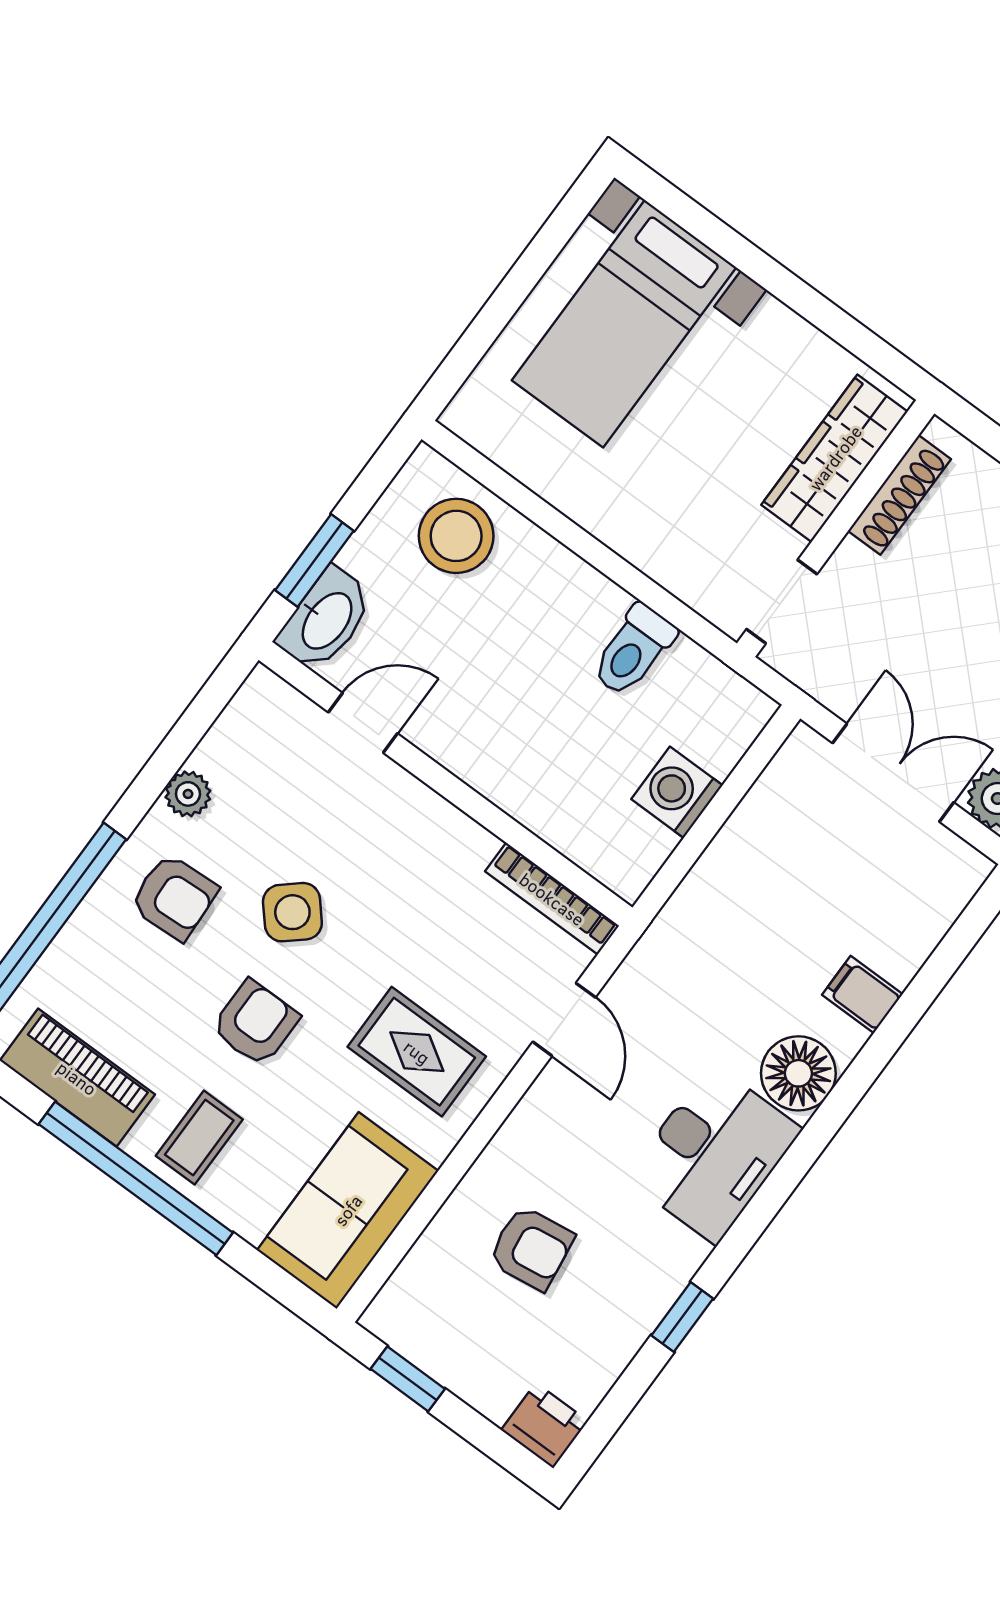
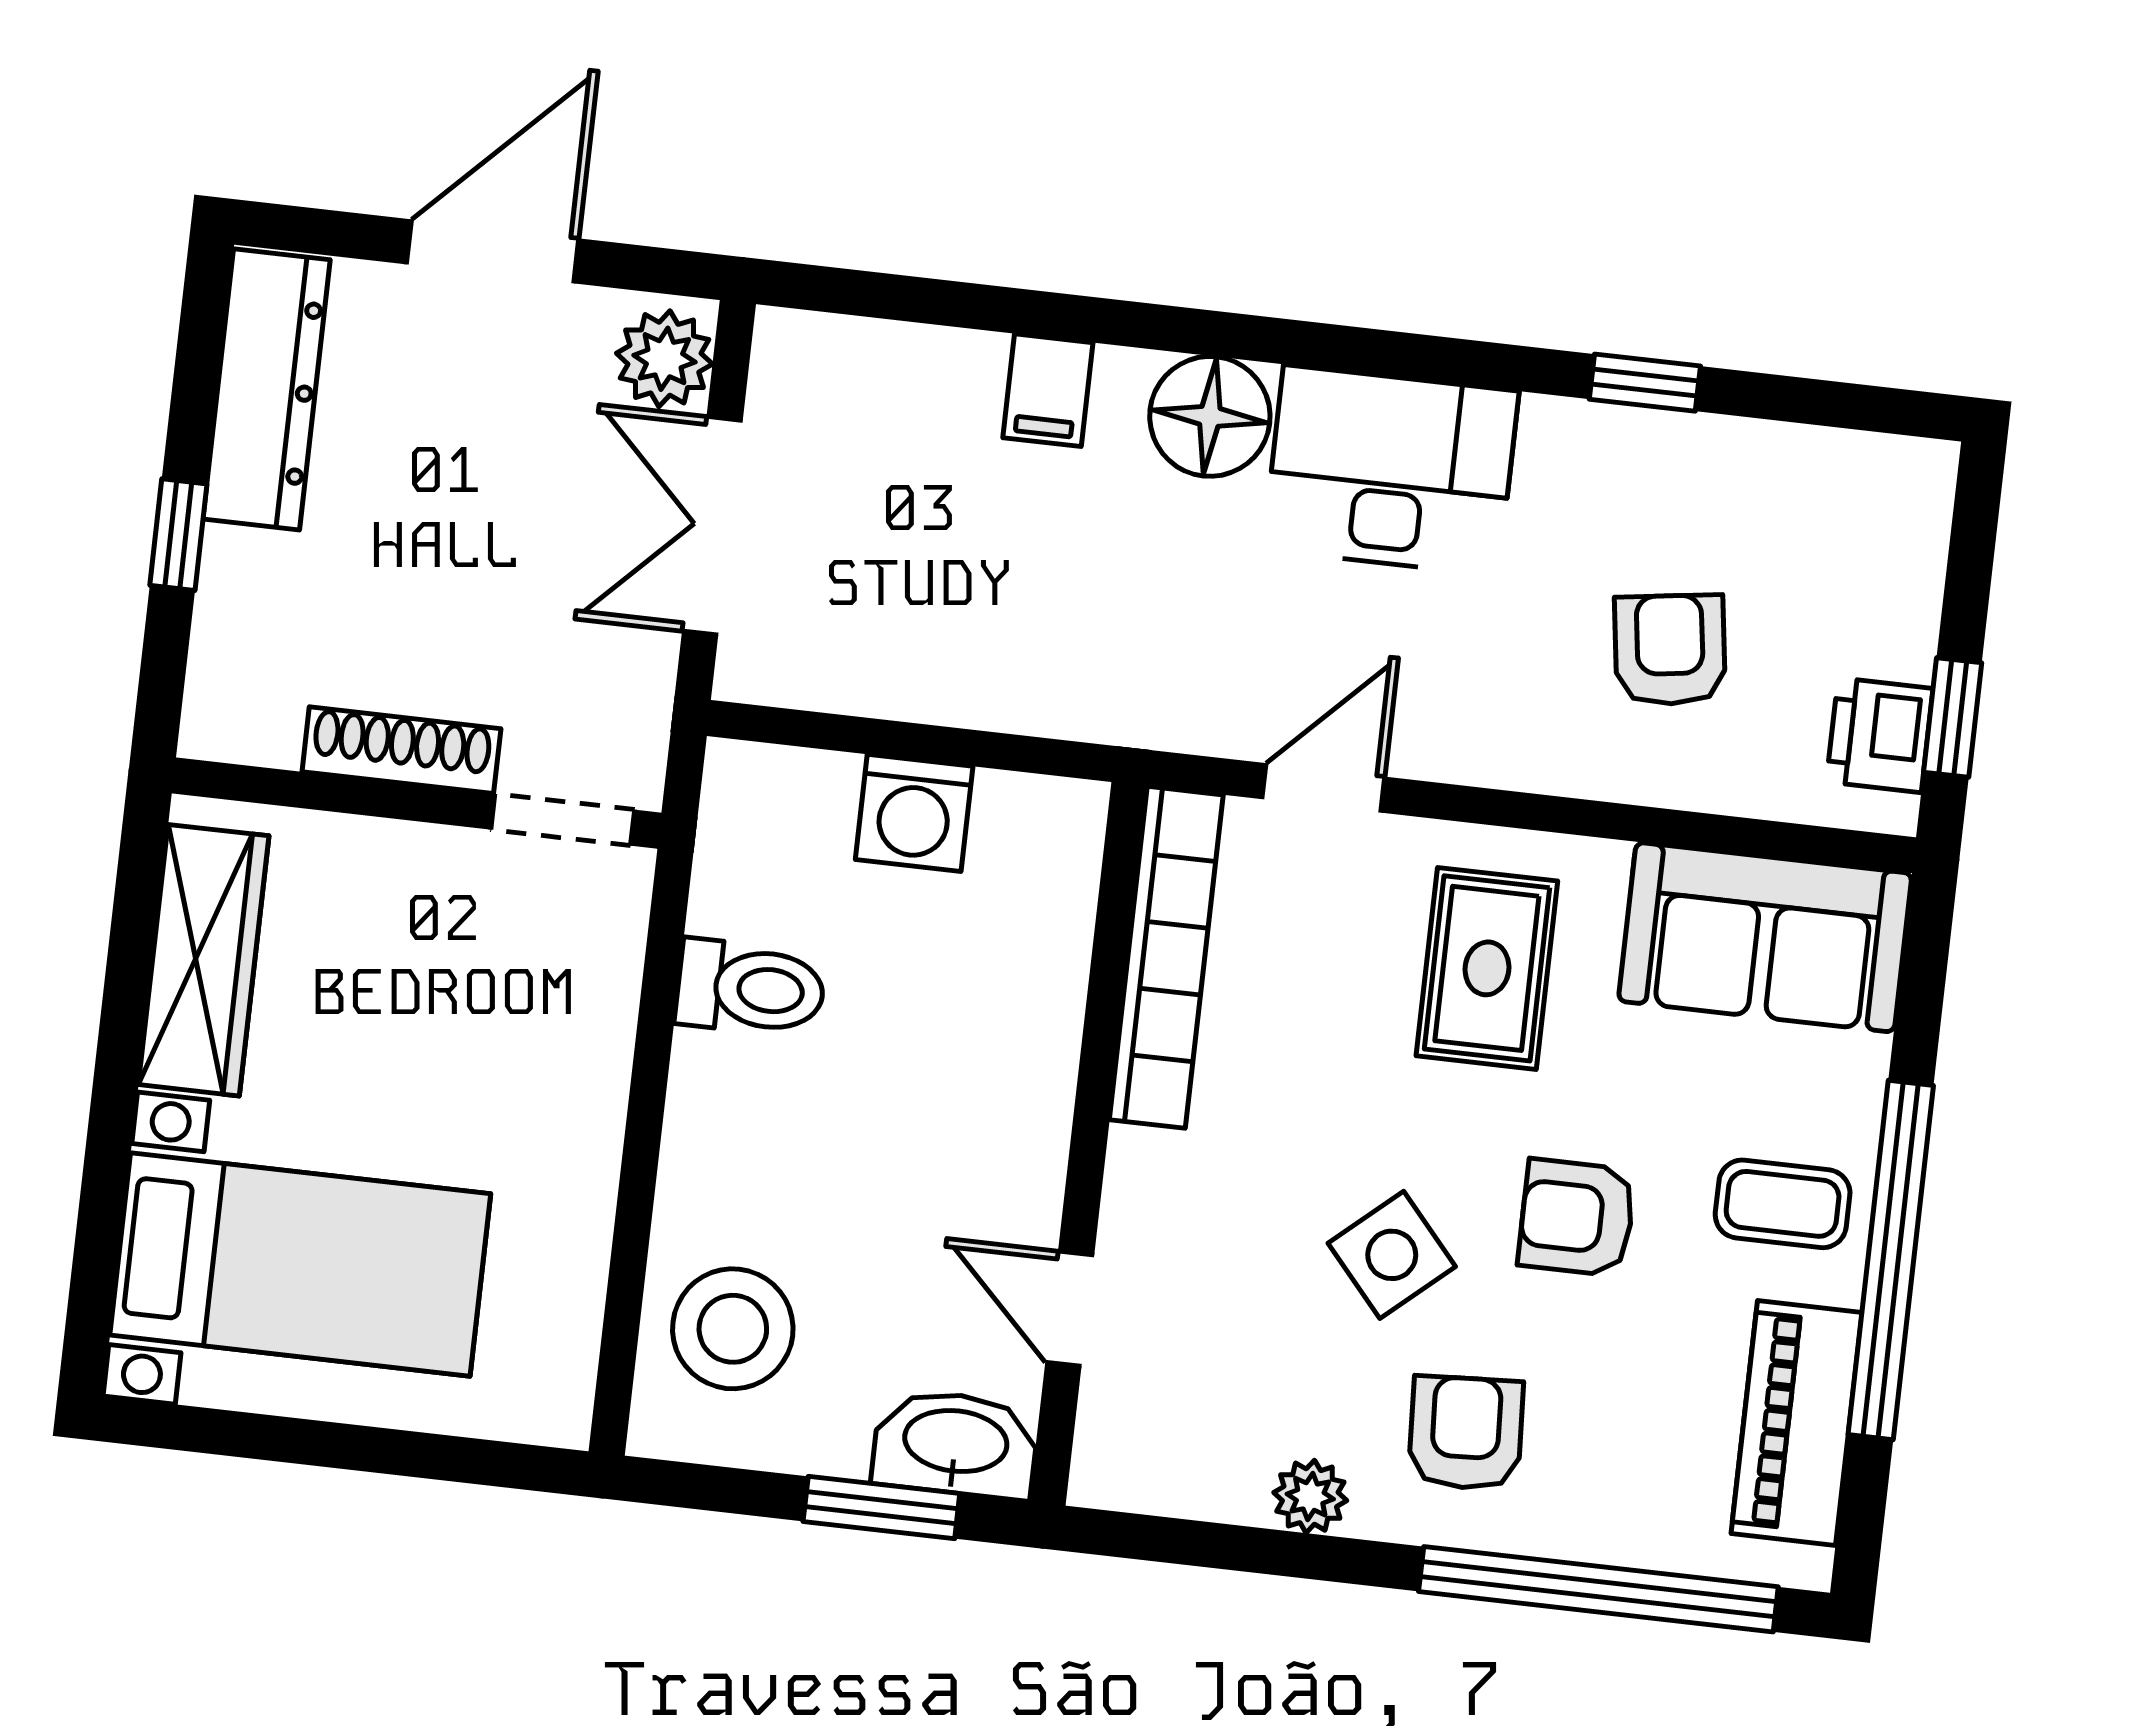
wardrobe: (835, 458) -> (204, 960), moved, turned -90
shoe rack: (899, 495) -> (401, 750), moved
bookcase: (552, 899) -> (1166, 957), width x1.48, depth x1.31
printer: (545, 1425) -> (1880, 735), moved

